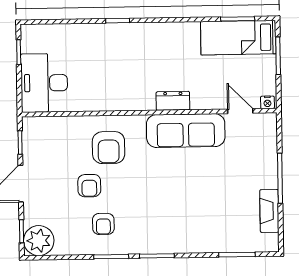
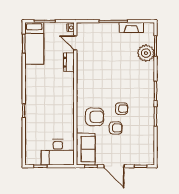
dresser: (173, 101) -> (69, 62), moved
door: (240, 111) -> (75, 43), hinge flipped
sofa: (186, 131) -> (86, 149), moved, width x0.73
armchair: (103, 224) -> (122, 109), moved
plant: (39, 241) -> (146, 53), moved

